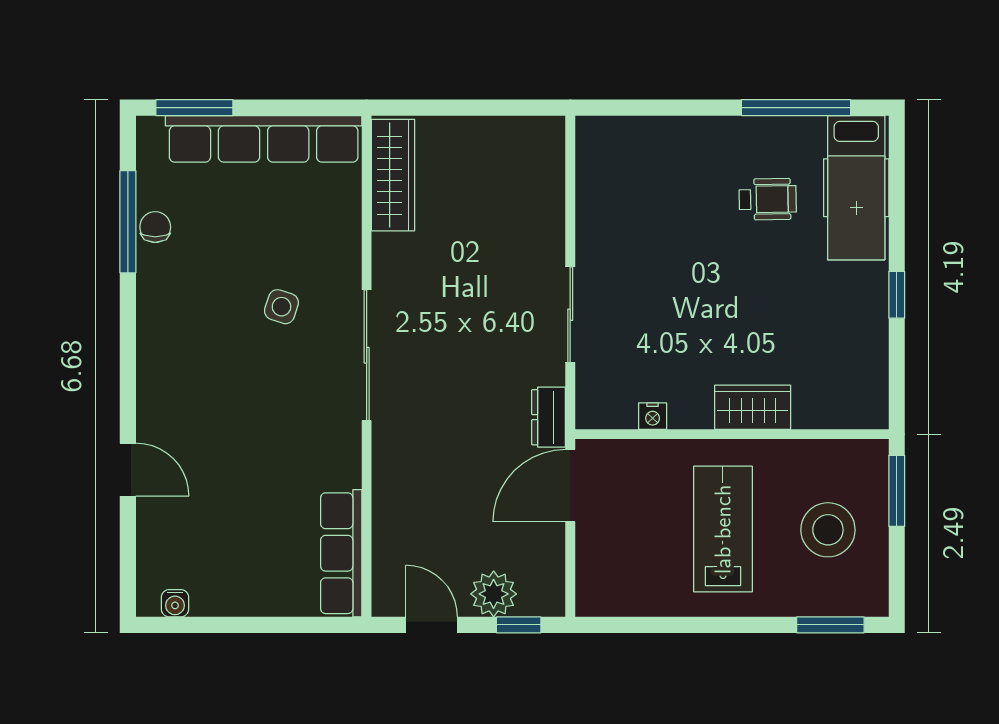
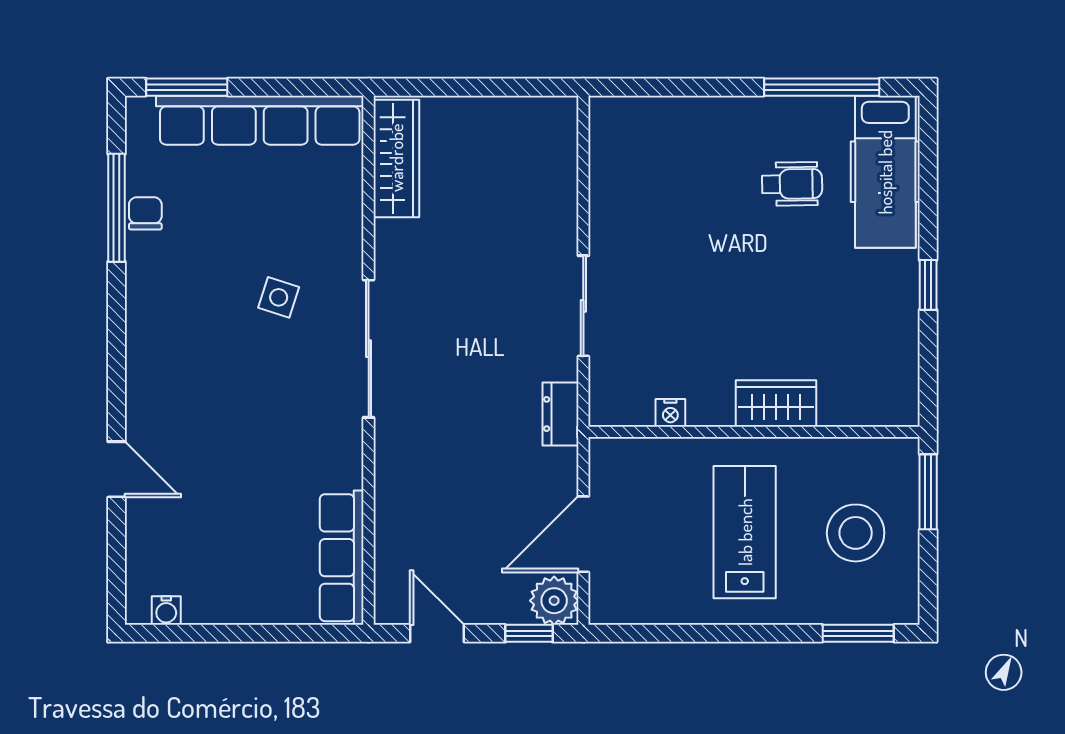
door: (570, 486) -> (583, 534), moved
plant: (494, 594) -> (554, 601), moved

